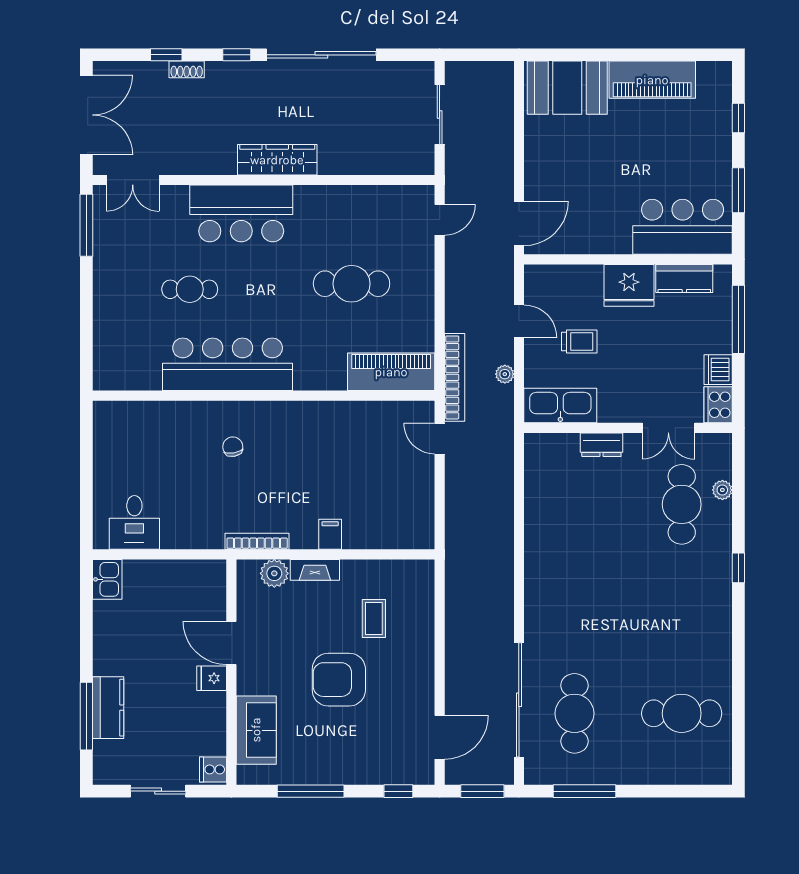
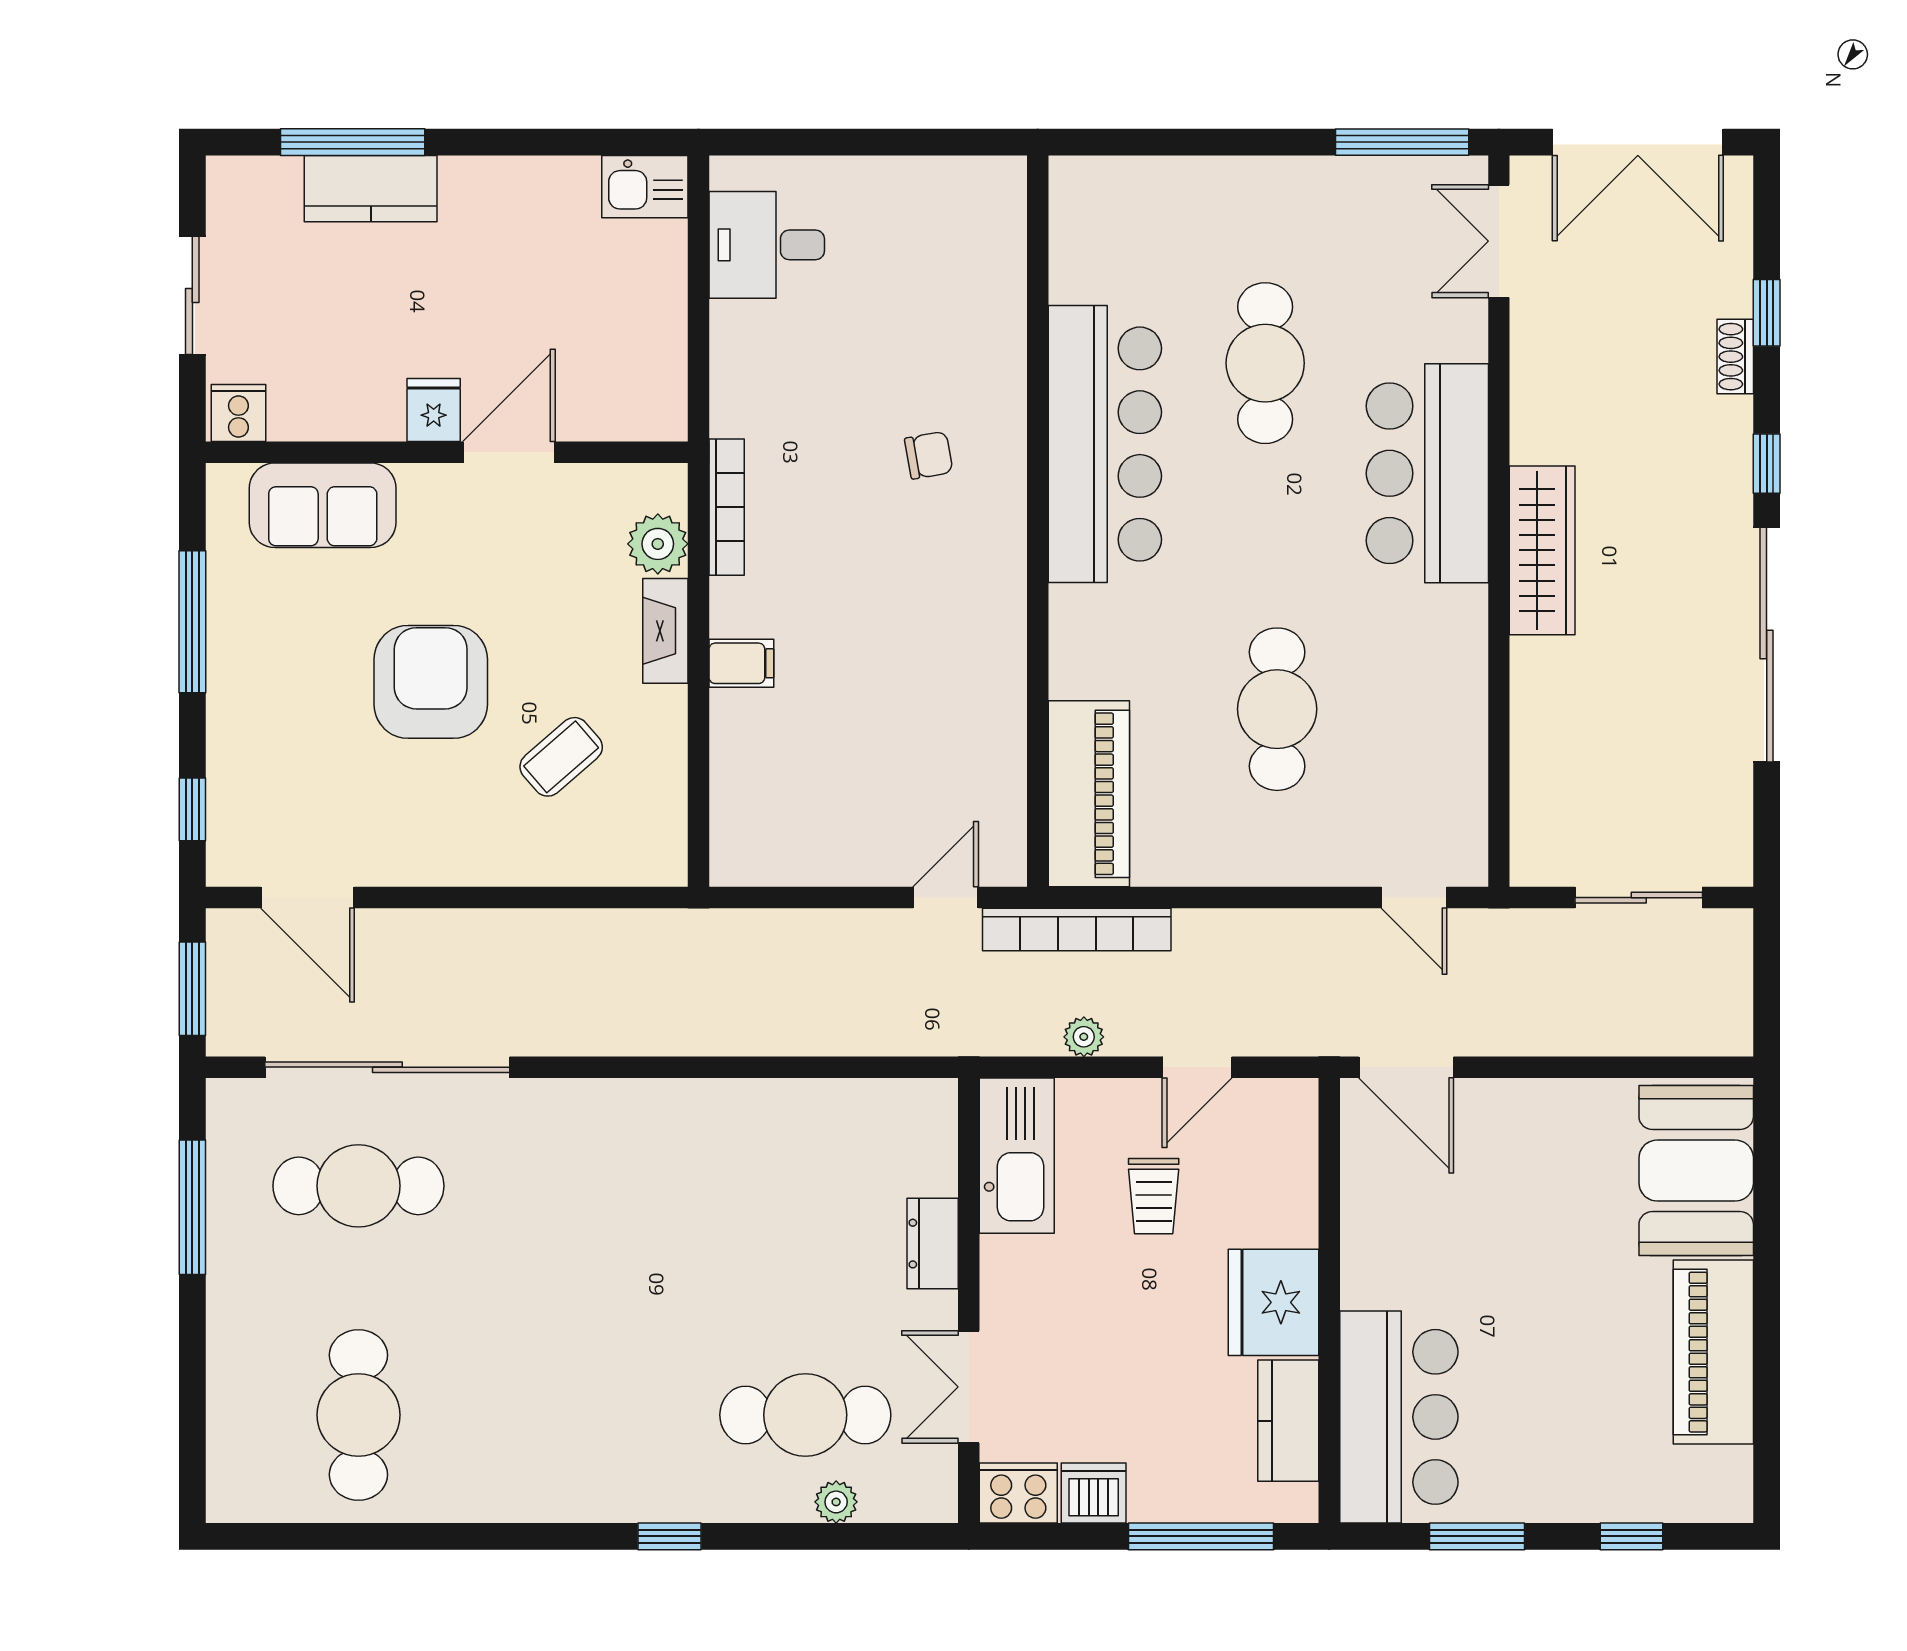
cafe table: (190, 289) -> (1265, 363), width x1.37, depth x1.35
coffee table: (374, 619) -> (561, 757), turned -41

